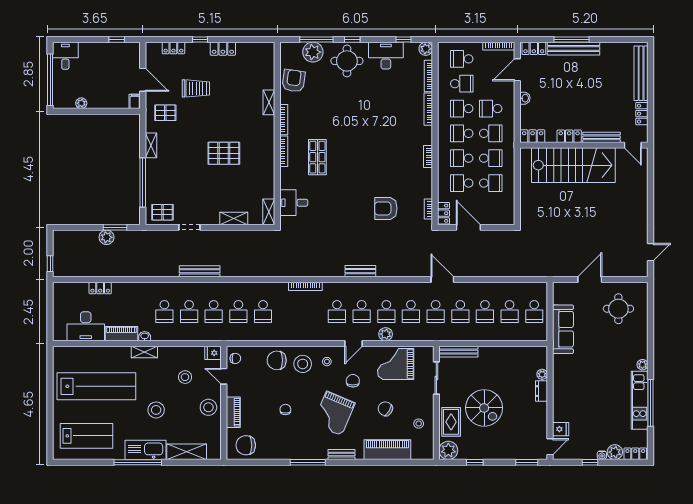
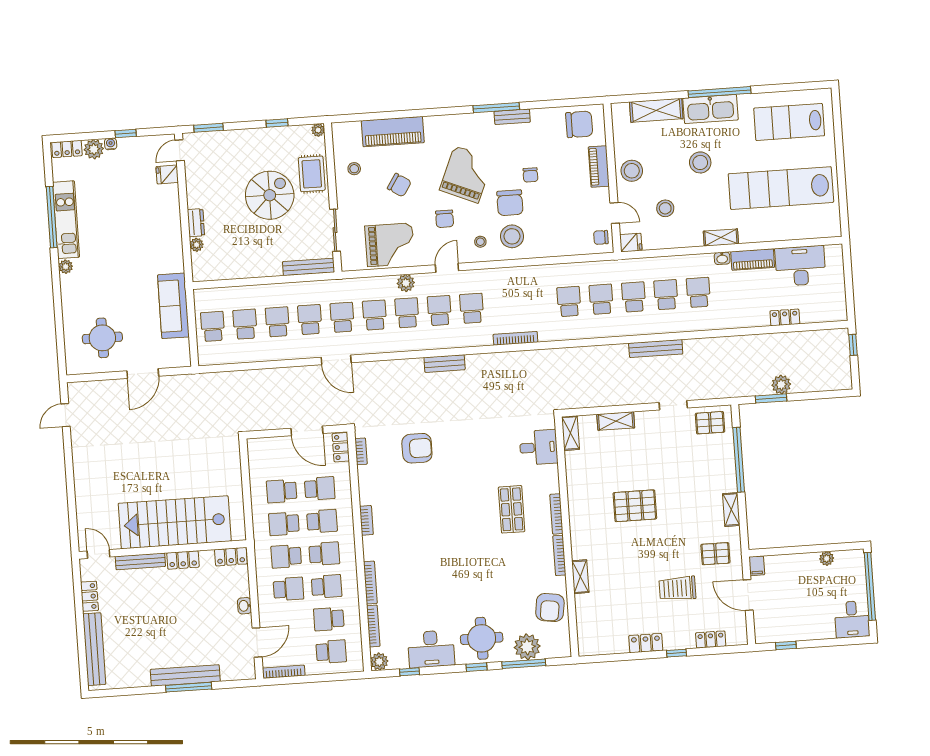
locker: (534, 48) -> (237, 672), removed
chair: (277, 360) -> (510, 203), moved, turned 90
spiral stairs: (484, 408) -> (270, 195), turned 90
plant: (448, 450) -> (318, 130), width x0.53, depth x0.53
bench: (342, 455) -> (512, 117), moved

